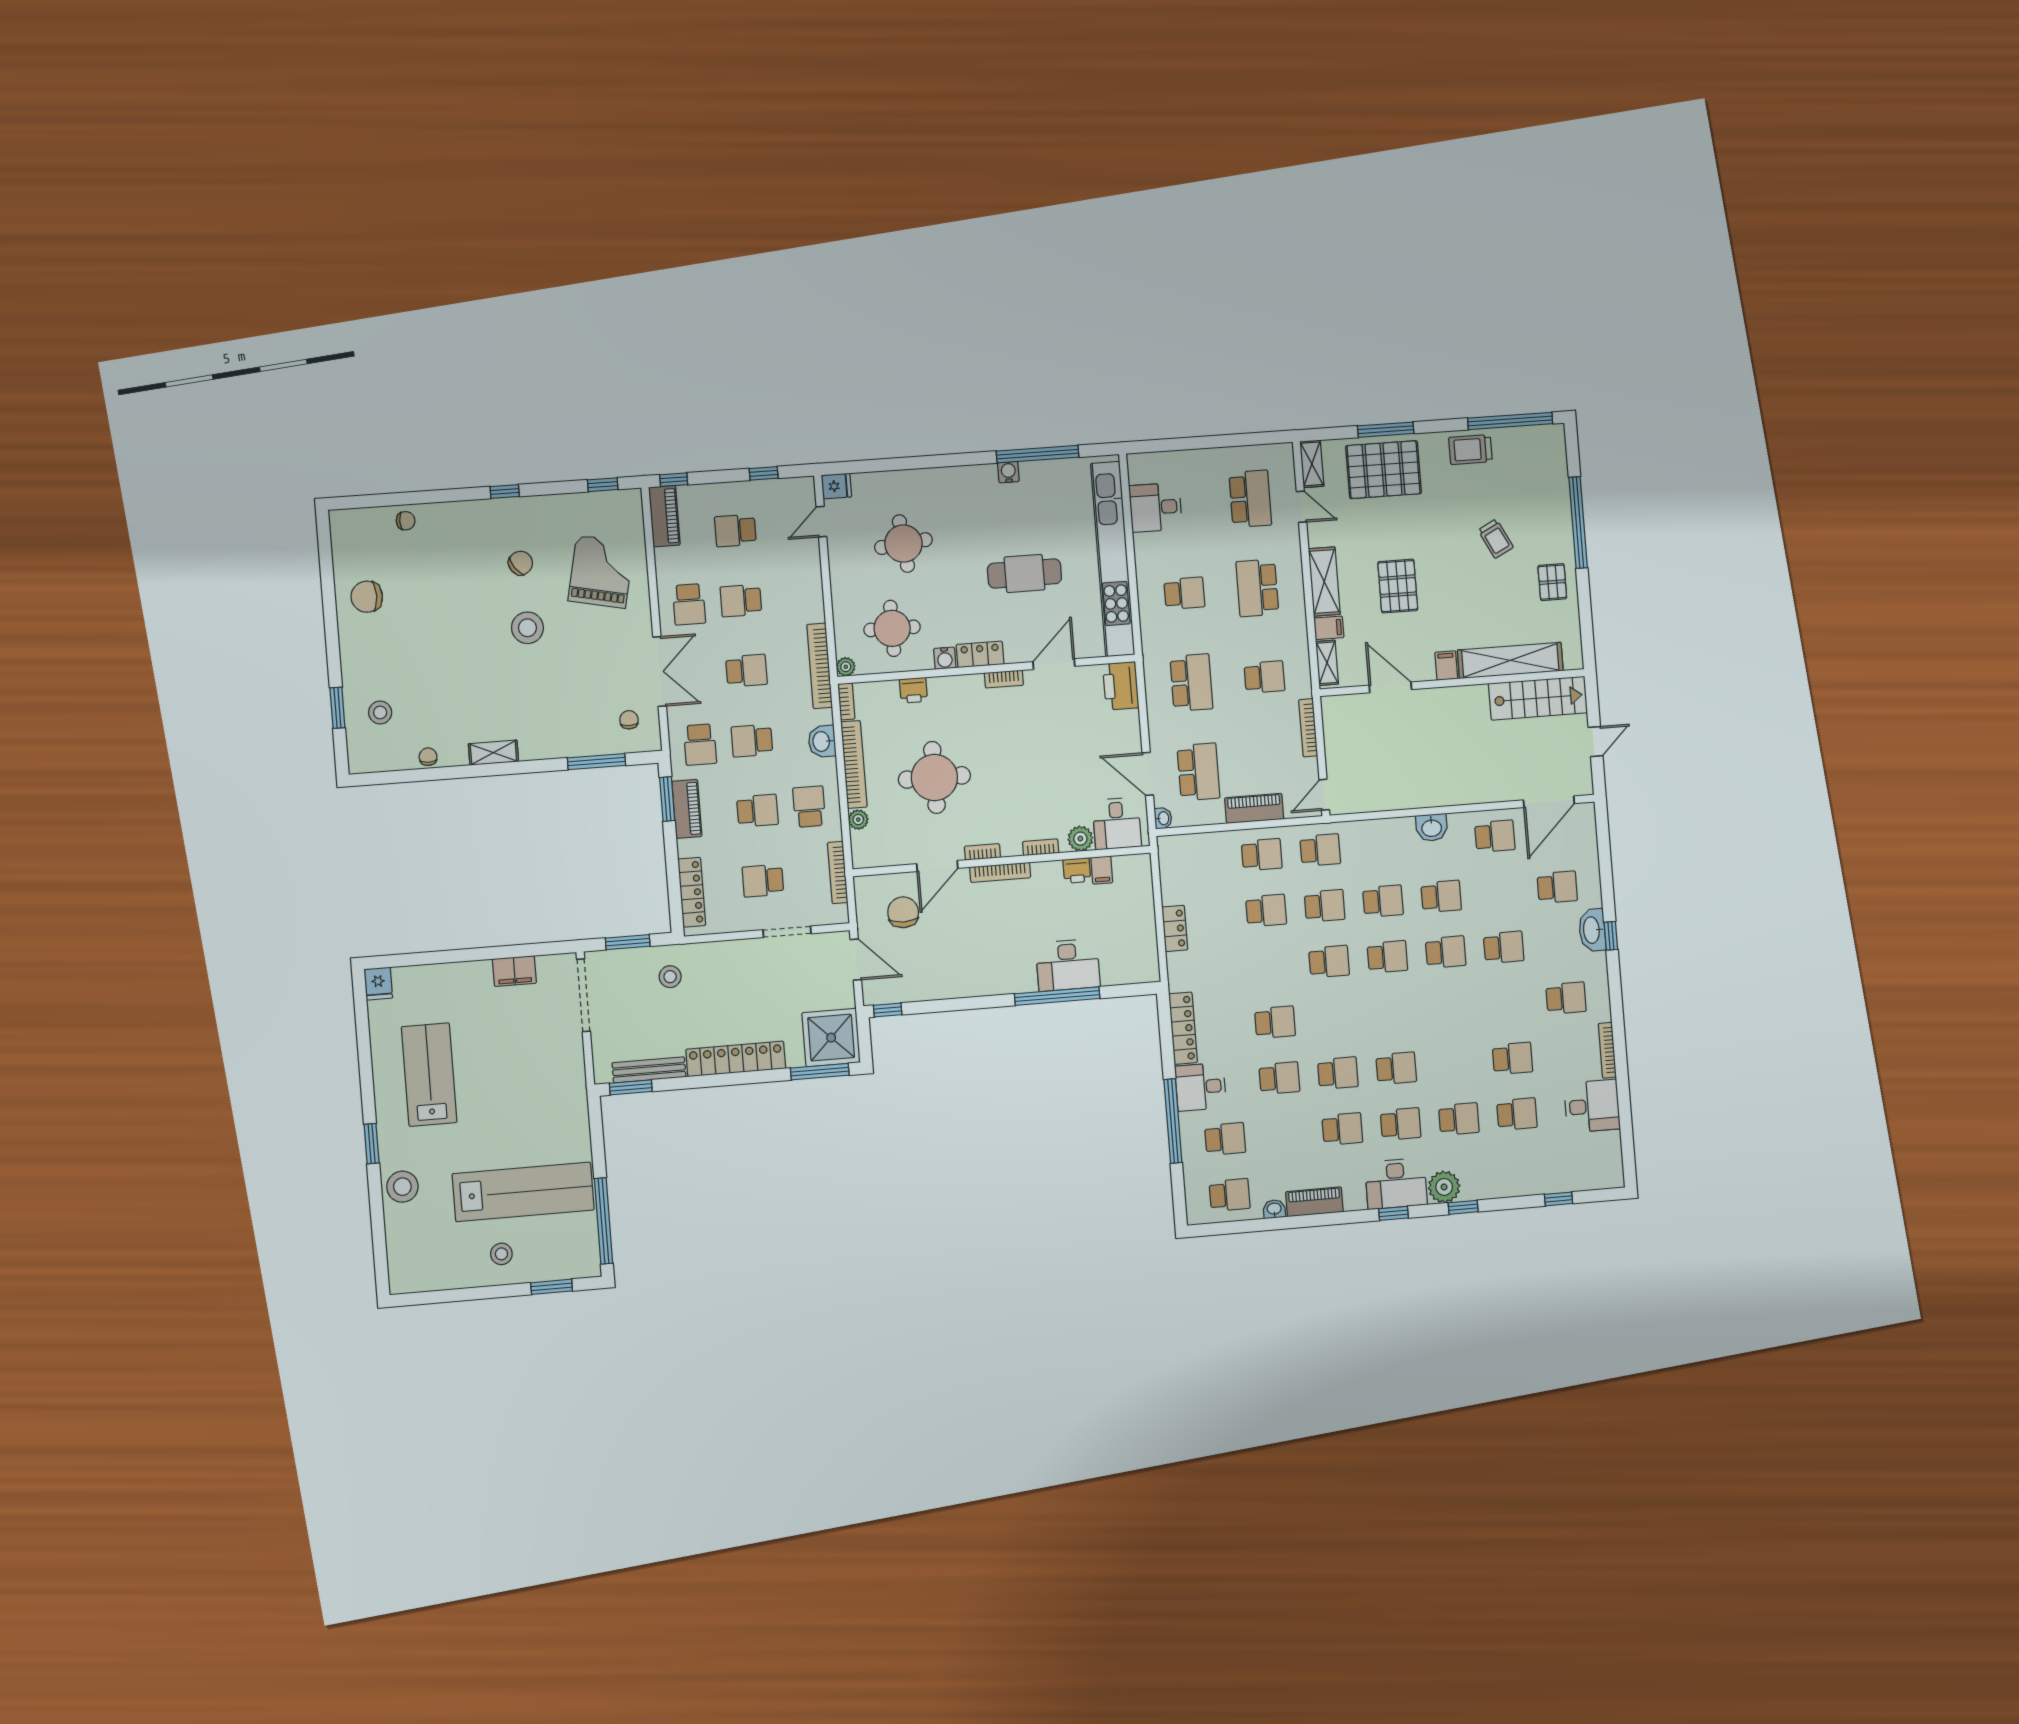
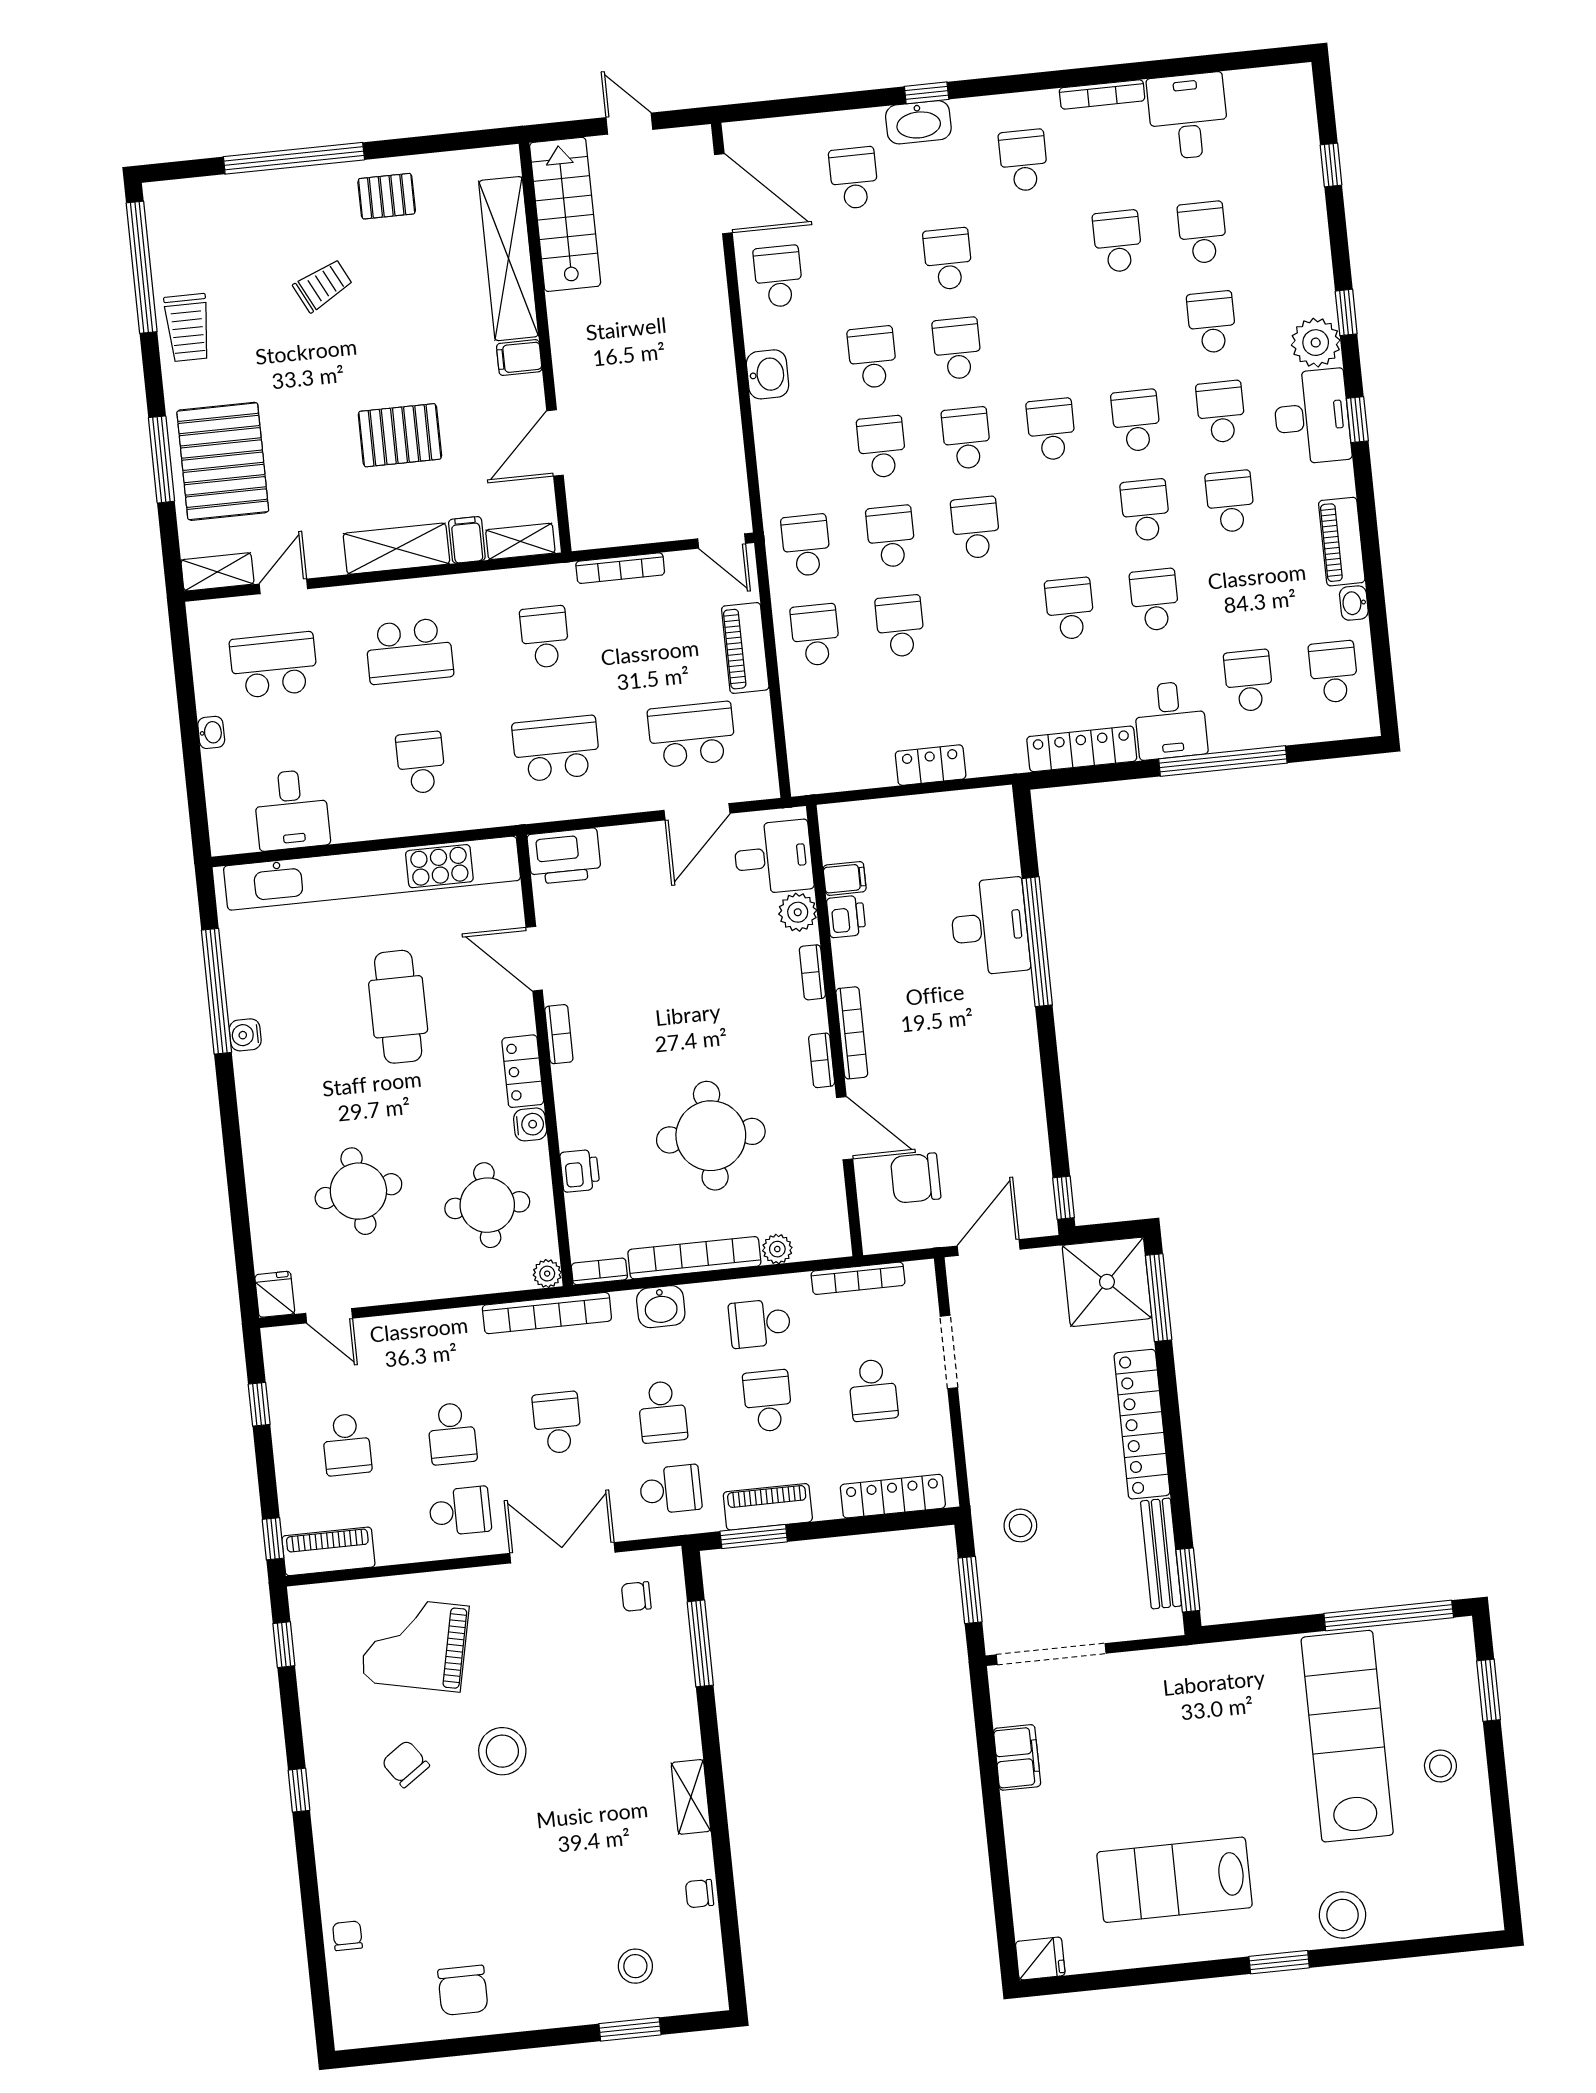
washbasin: (1163, 818) -> (211, 732), moved, turned 90
school desk: (1392, 1013) -> (1051, 429), added

